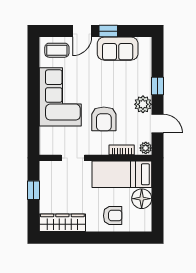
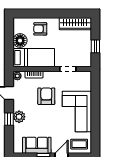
plant: (143, 104) -> (19, 117), moved

